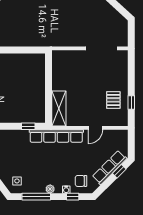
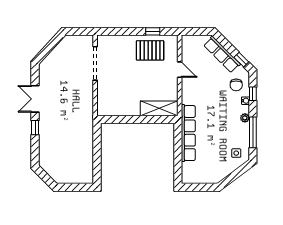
pallet: (113, 100) -> (150, 50), width x1.50, depth x1.42
window: (28, 126) -> (178, 141), removed
row of seats: (56, 136) -> (188, 133), moved
window: (119, 171) -> (241, 60), moved

